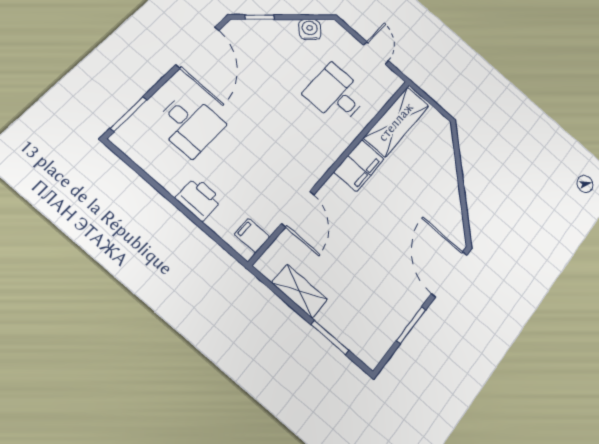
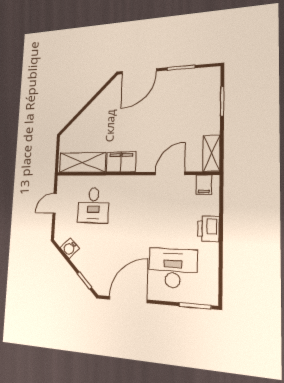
desk: (190, 124) -> (173, 268), width x1.37
shelving: (300, 291) -> (211, 153), moved

